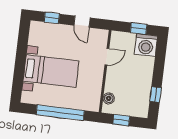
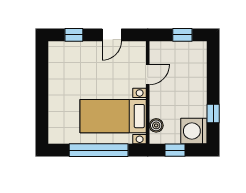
door: (82, 22) -> (112, 35), hinge flipped
washing machine: (146, 45) -> (194, 131), moved, turned 90
bed with nightstands: (51, 71) -> (113, 116), moved, turned 180

